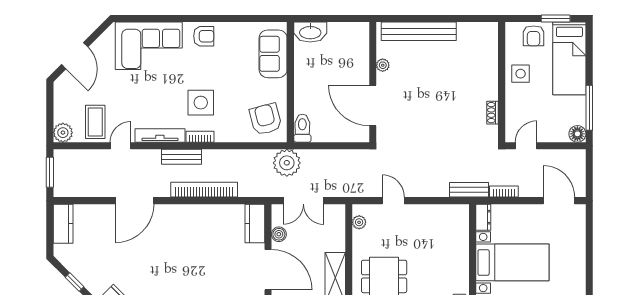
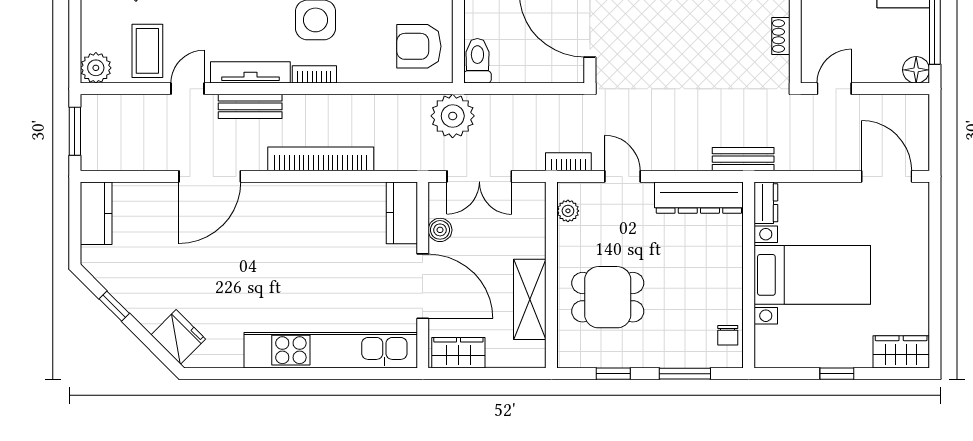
armchair: (266, 119) -> (419, 46), turned -75
bench: (182, 157) -> (250, 106), moved
bookcase: (504, 192) -> (568, 162), moved
dresser: (441, 214) -> (699, 198), added

